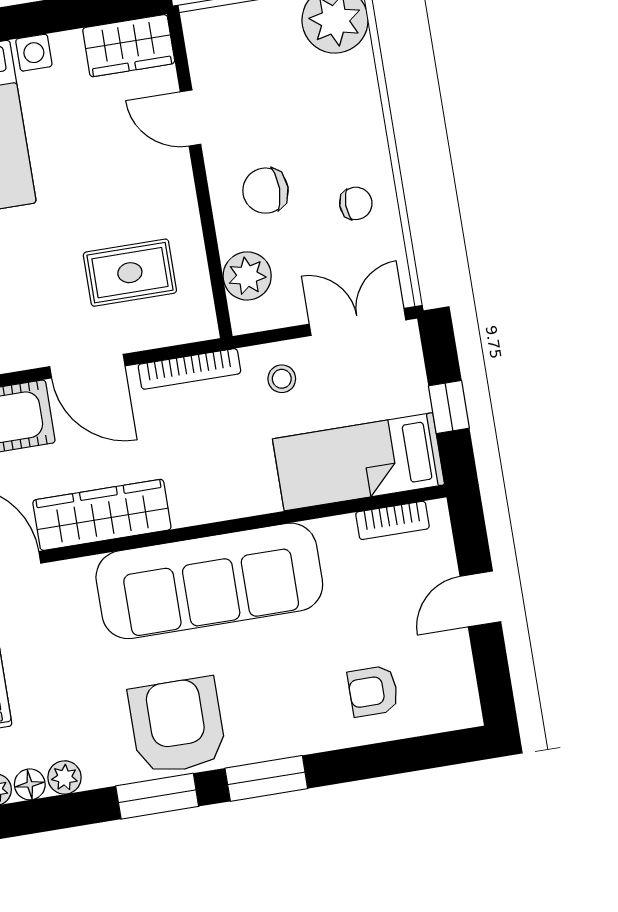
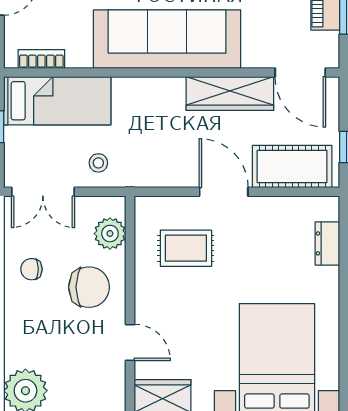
chair: (265, 191) -> (89, 287), width x1.37, depth x1.37
bookcase: (189, 369) -> (157, 179), removed

